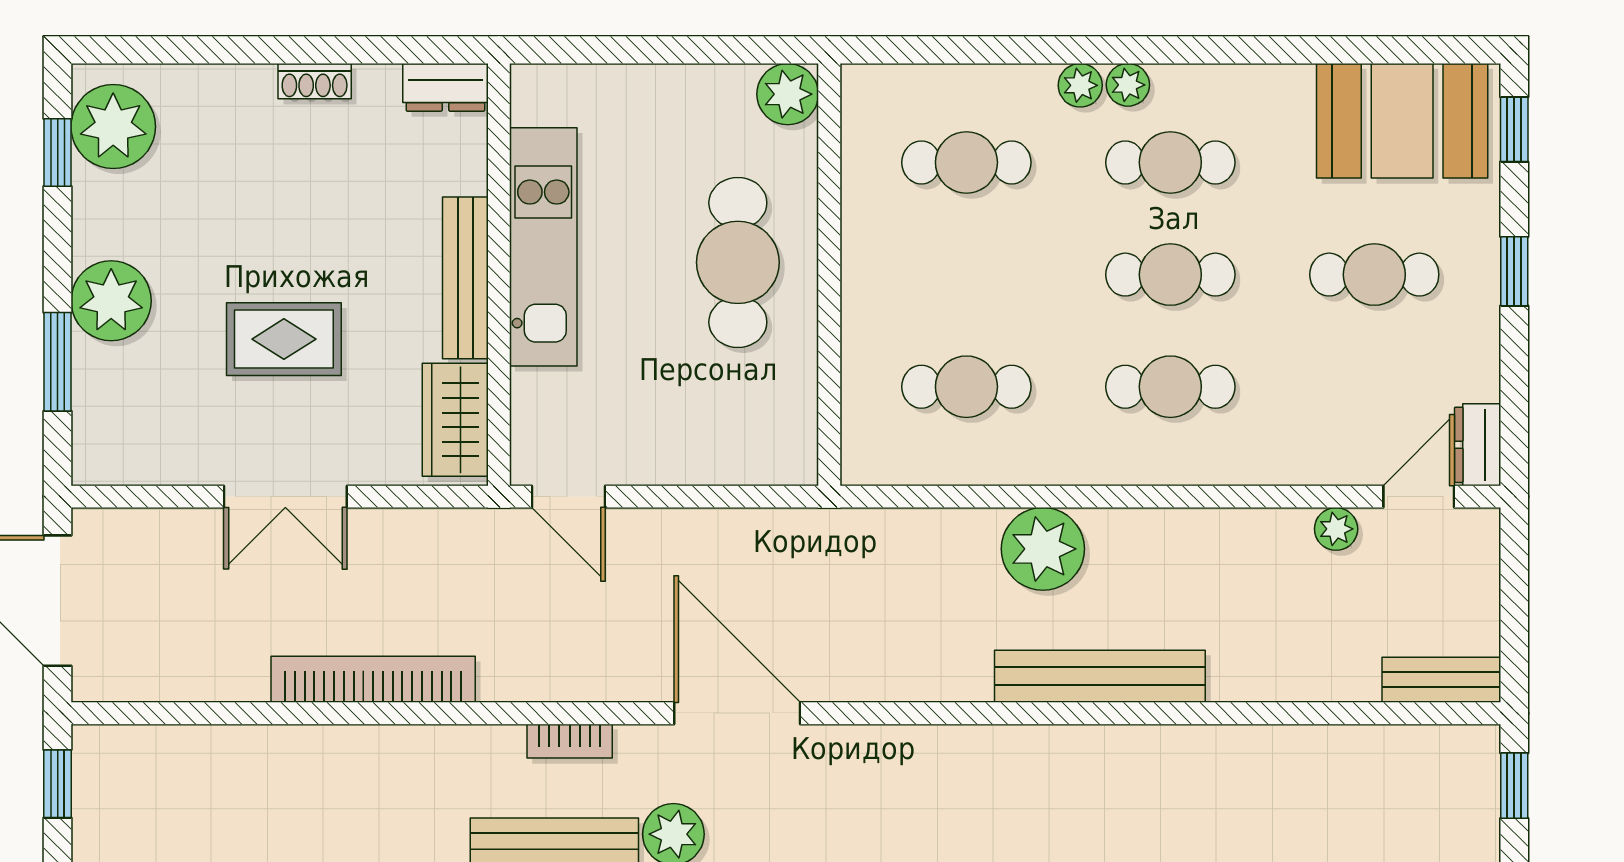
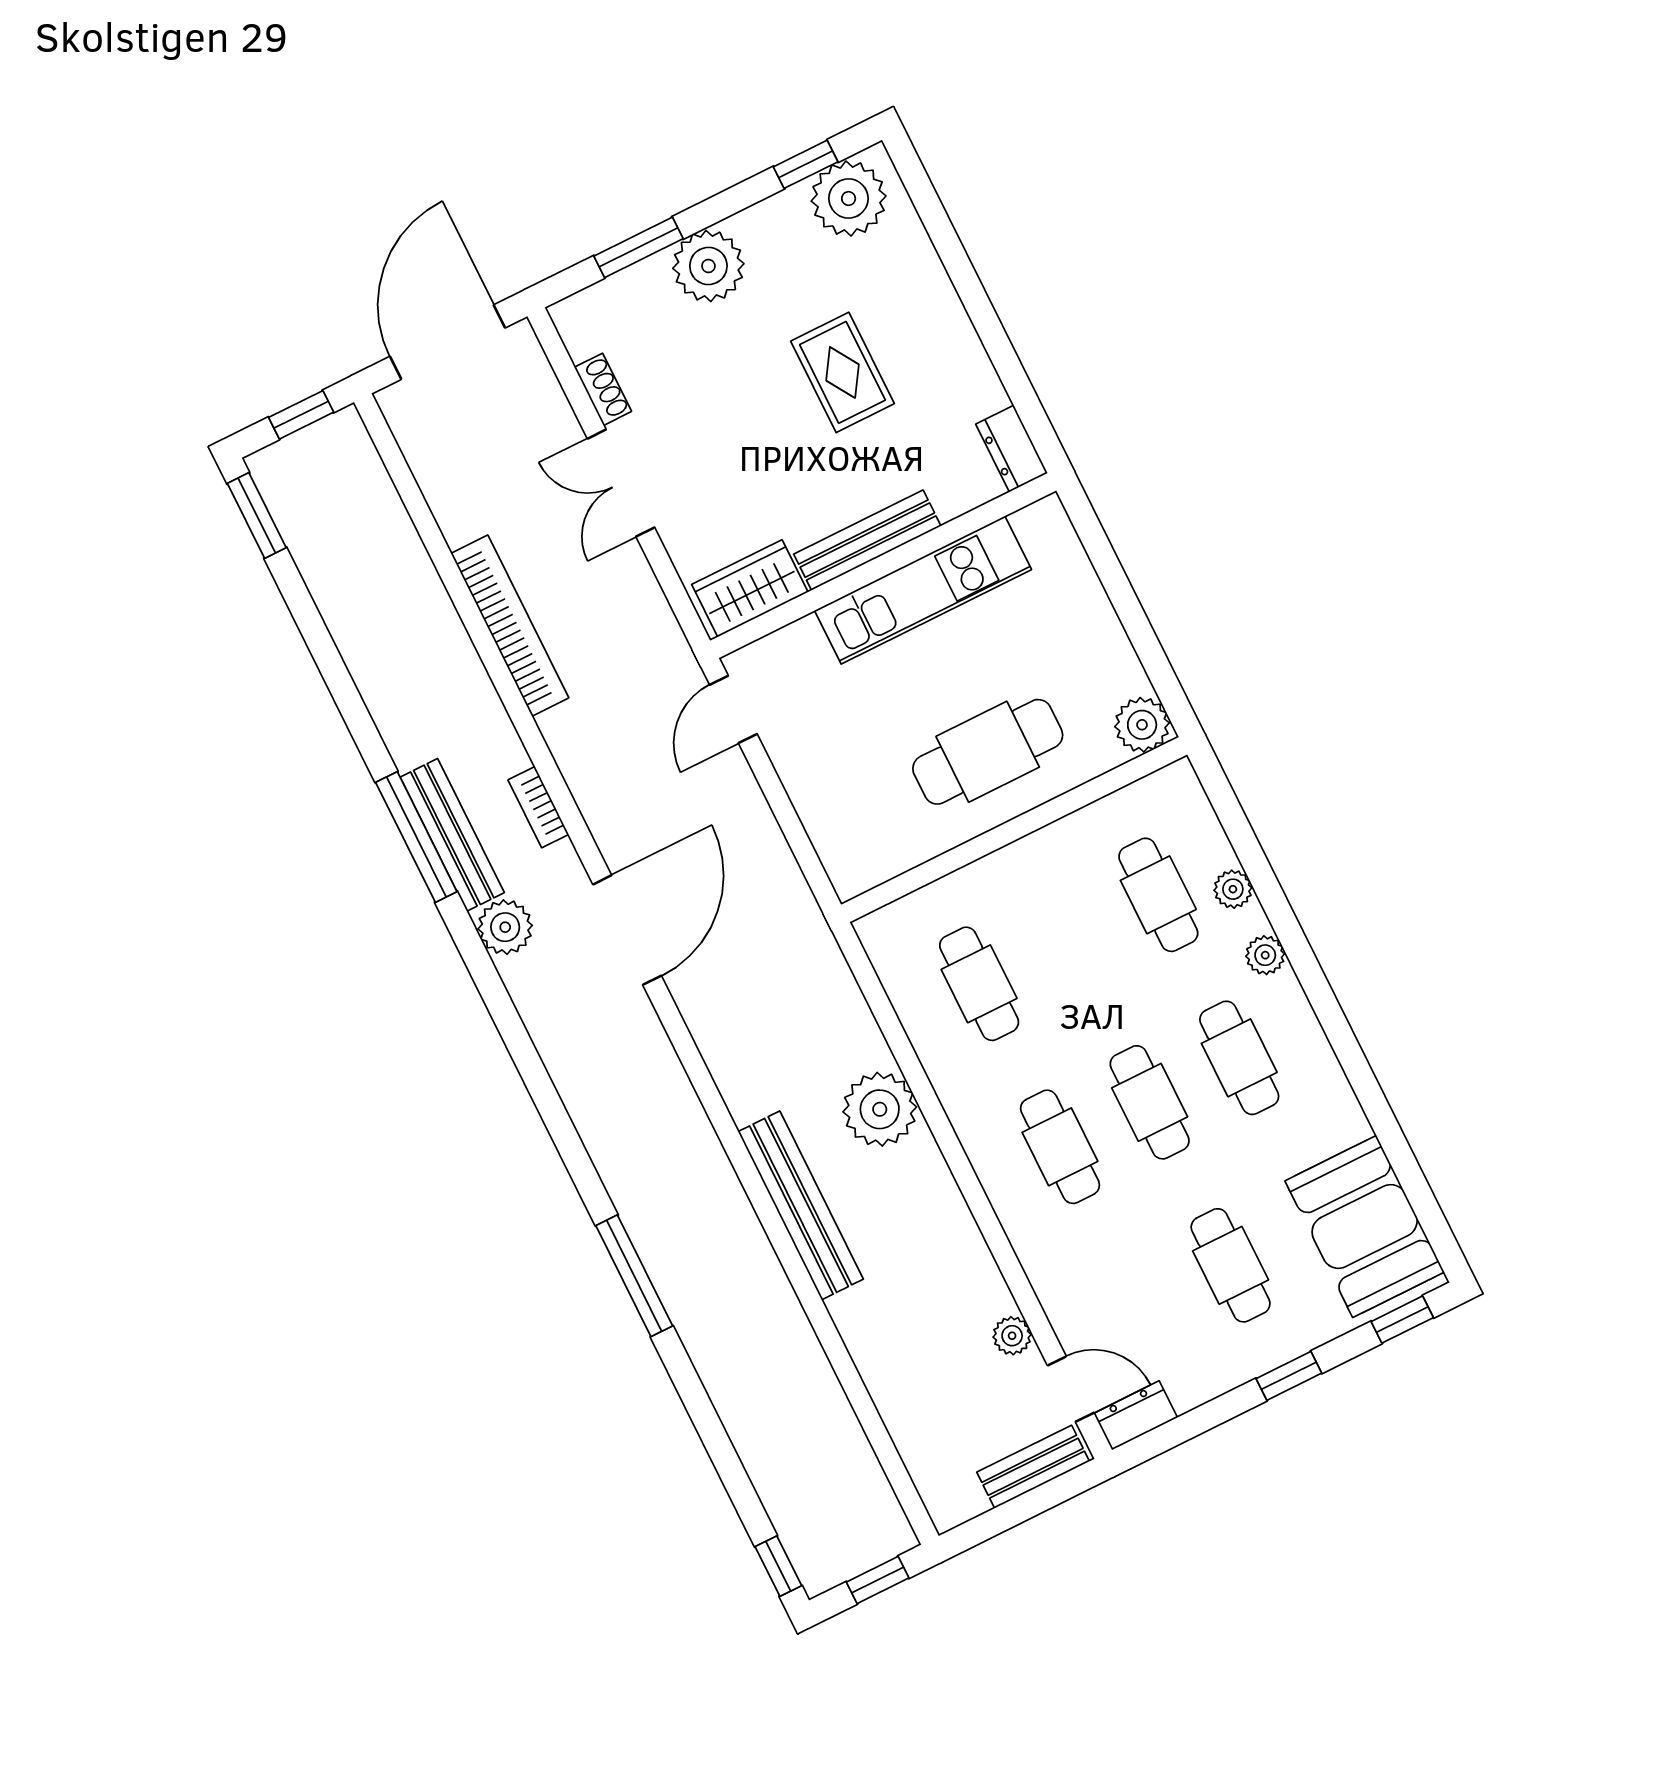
shoe rack: (315, 81) -> (603, 389), moved, turned 180
plant: (1128, 85) -> (1233, 889), moved
rug: (284, 339) -> (842, 372), moved
bench: (1441, 680) -> (1033, 1467), moved, turned 90

